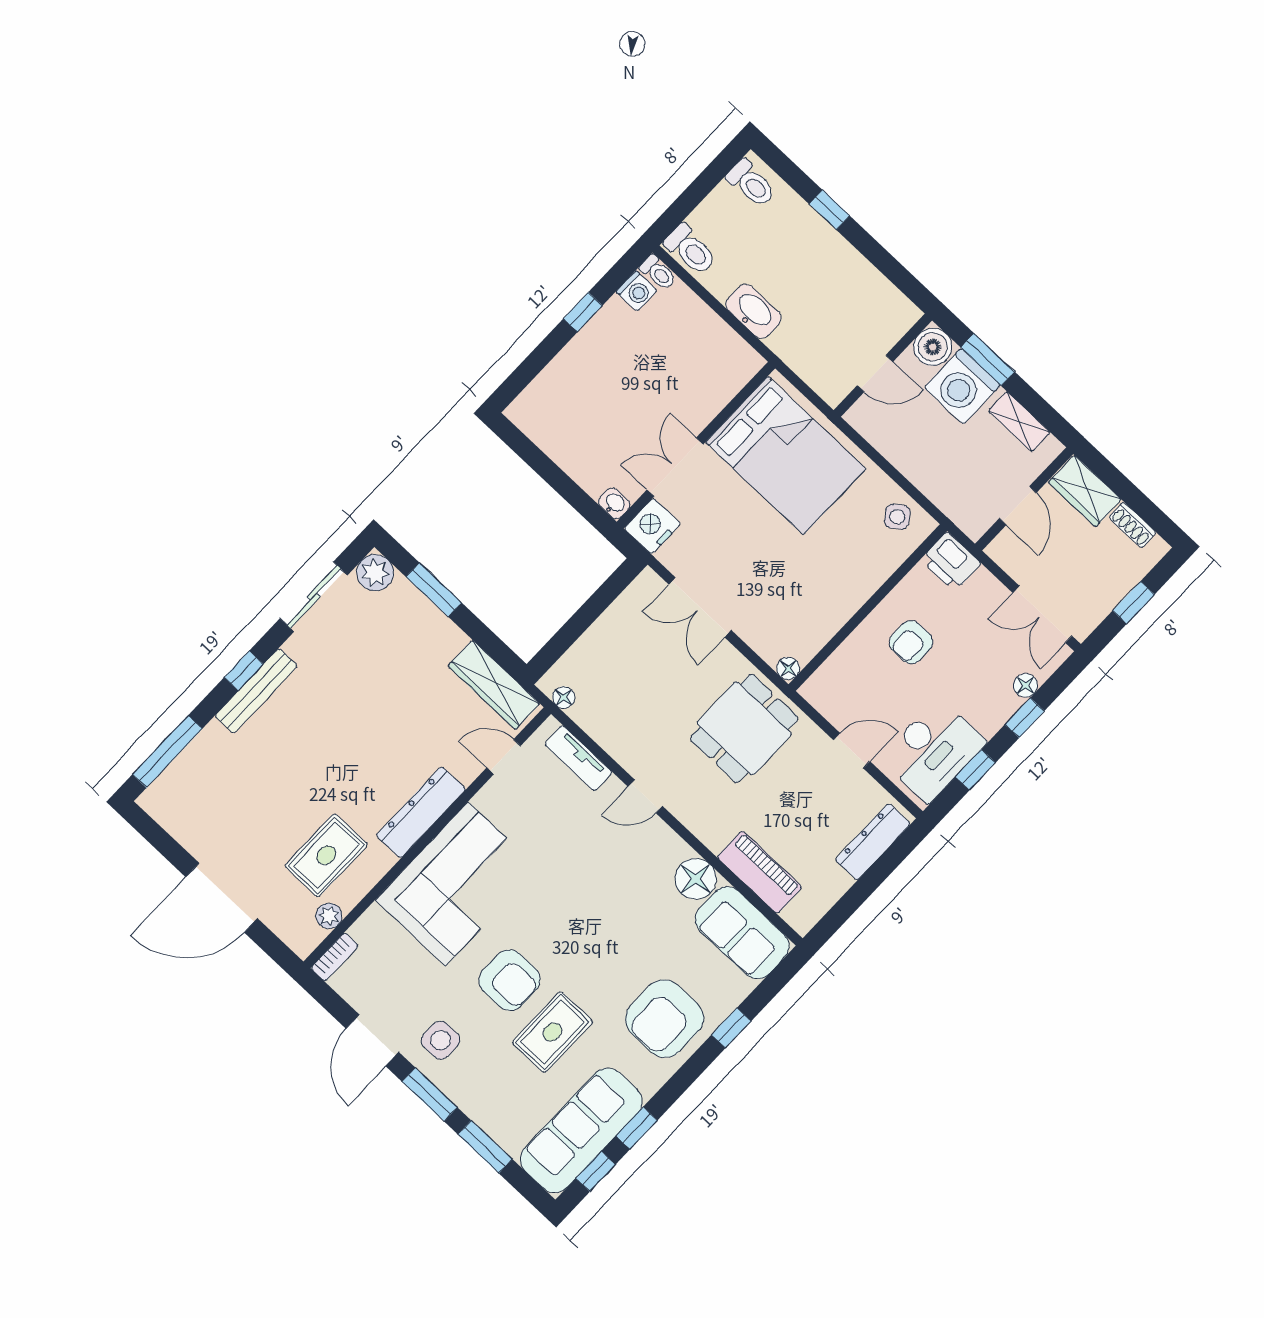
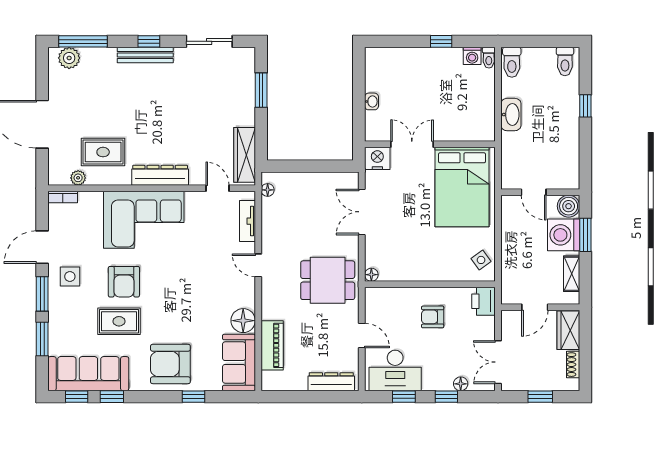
washbasin: (614, 503) -> (372, 101), moved
plant: (375, 573) -> (69, 58), moved

